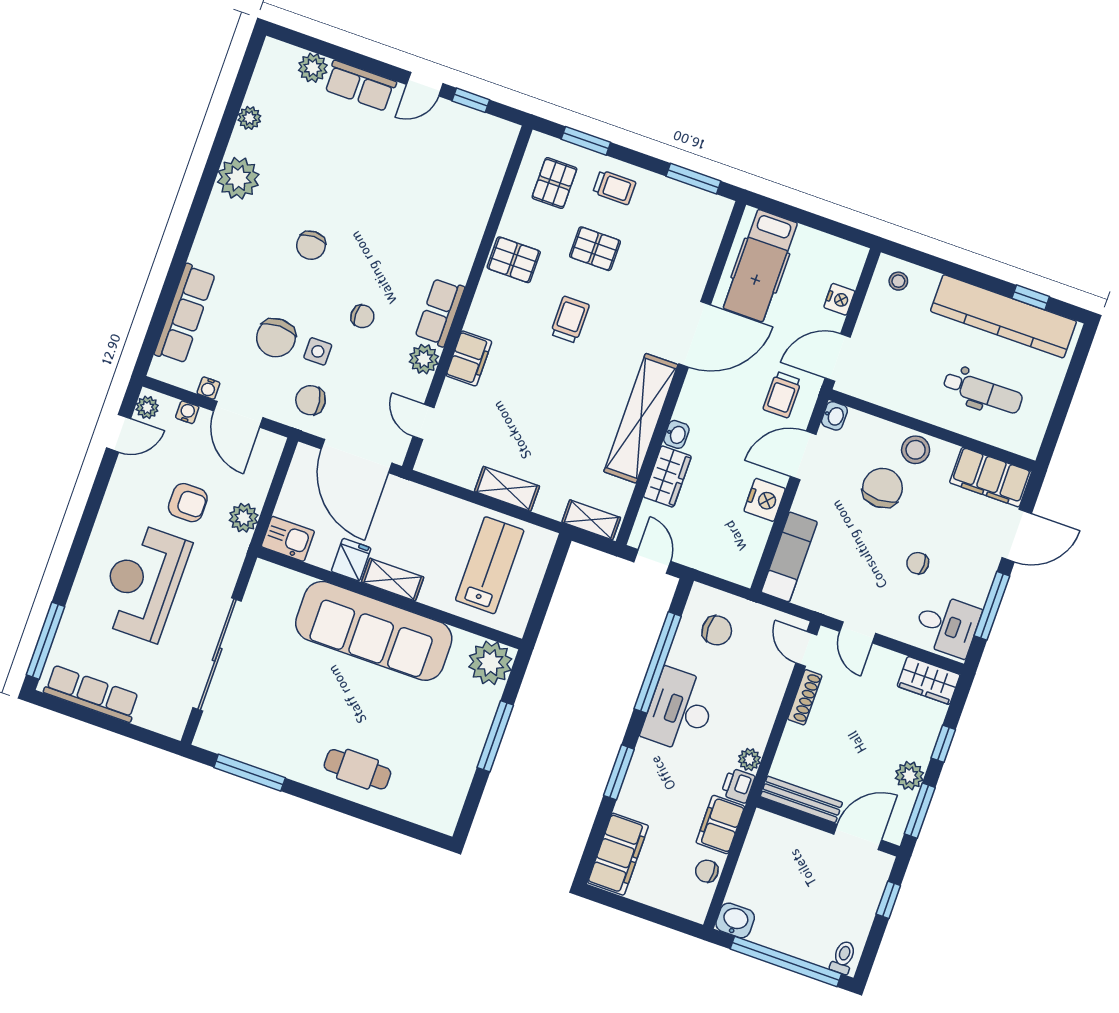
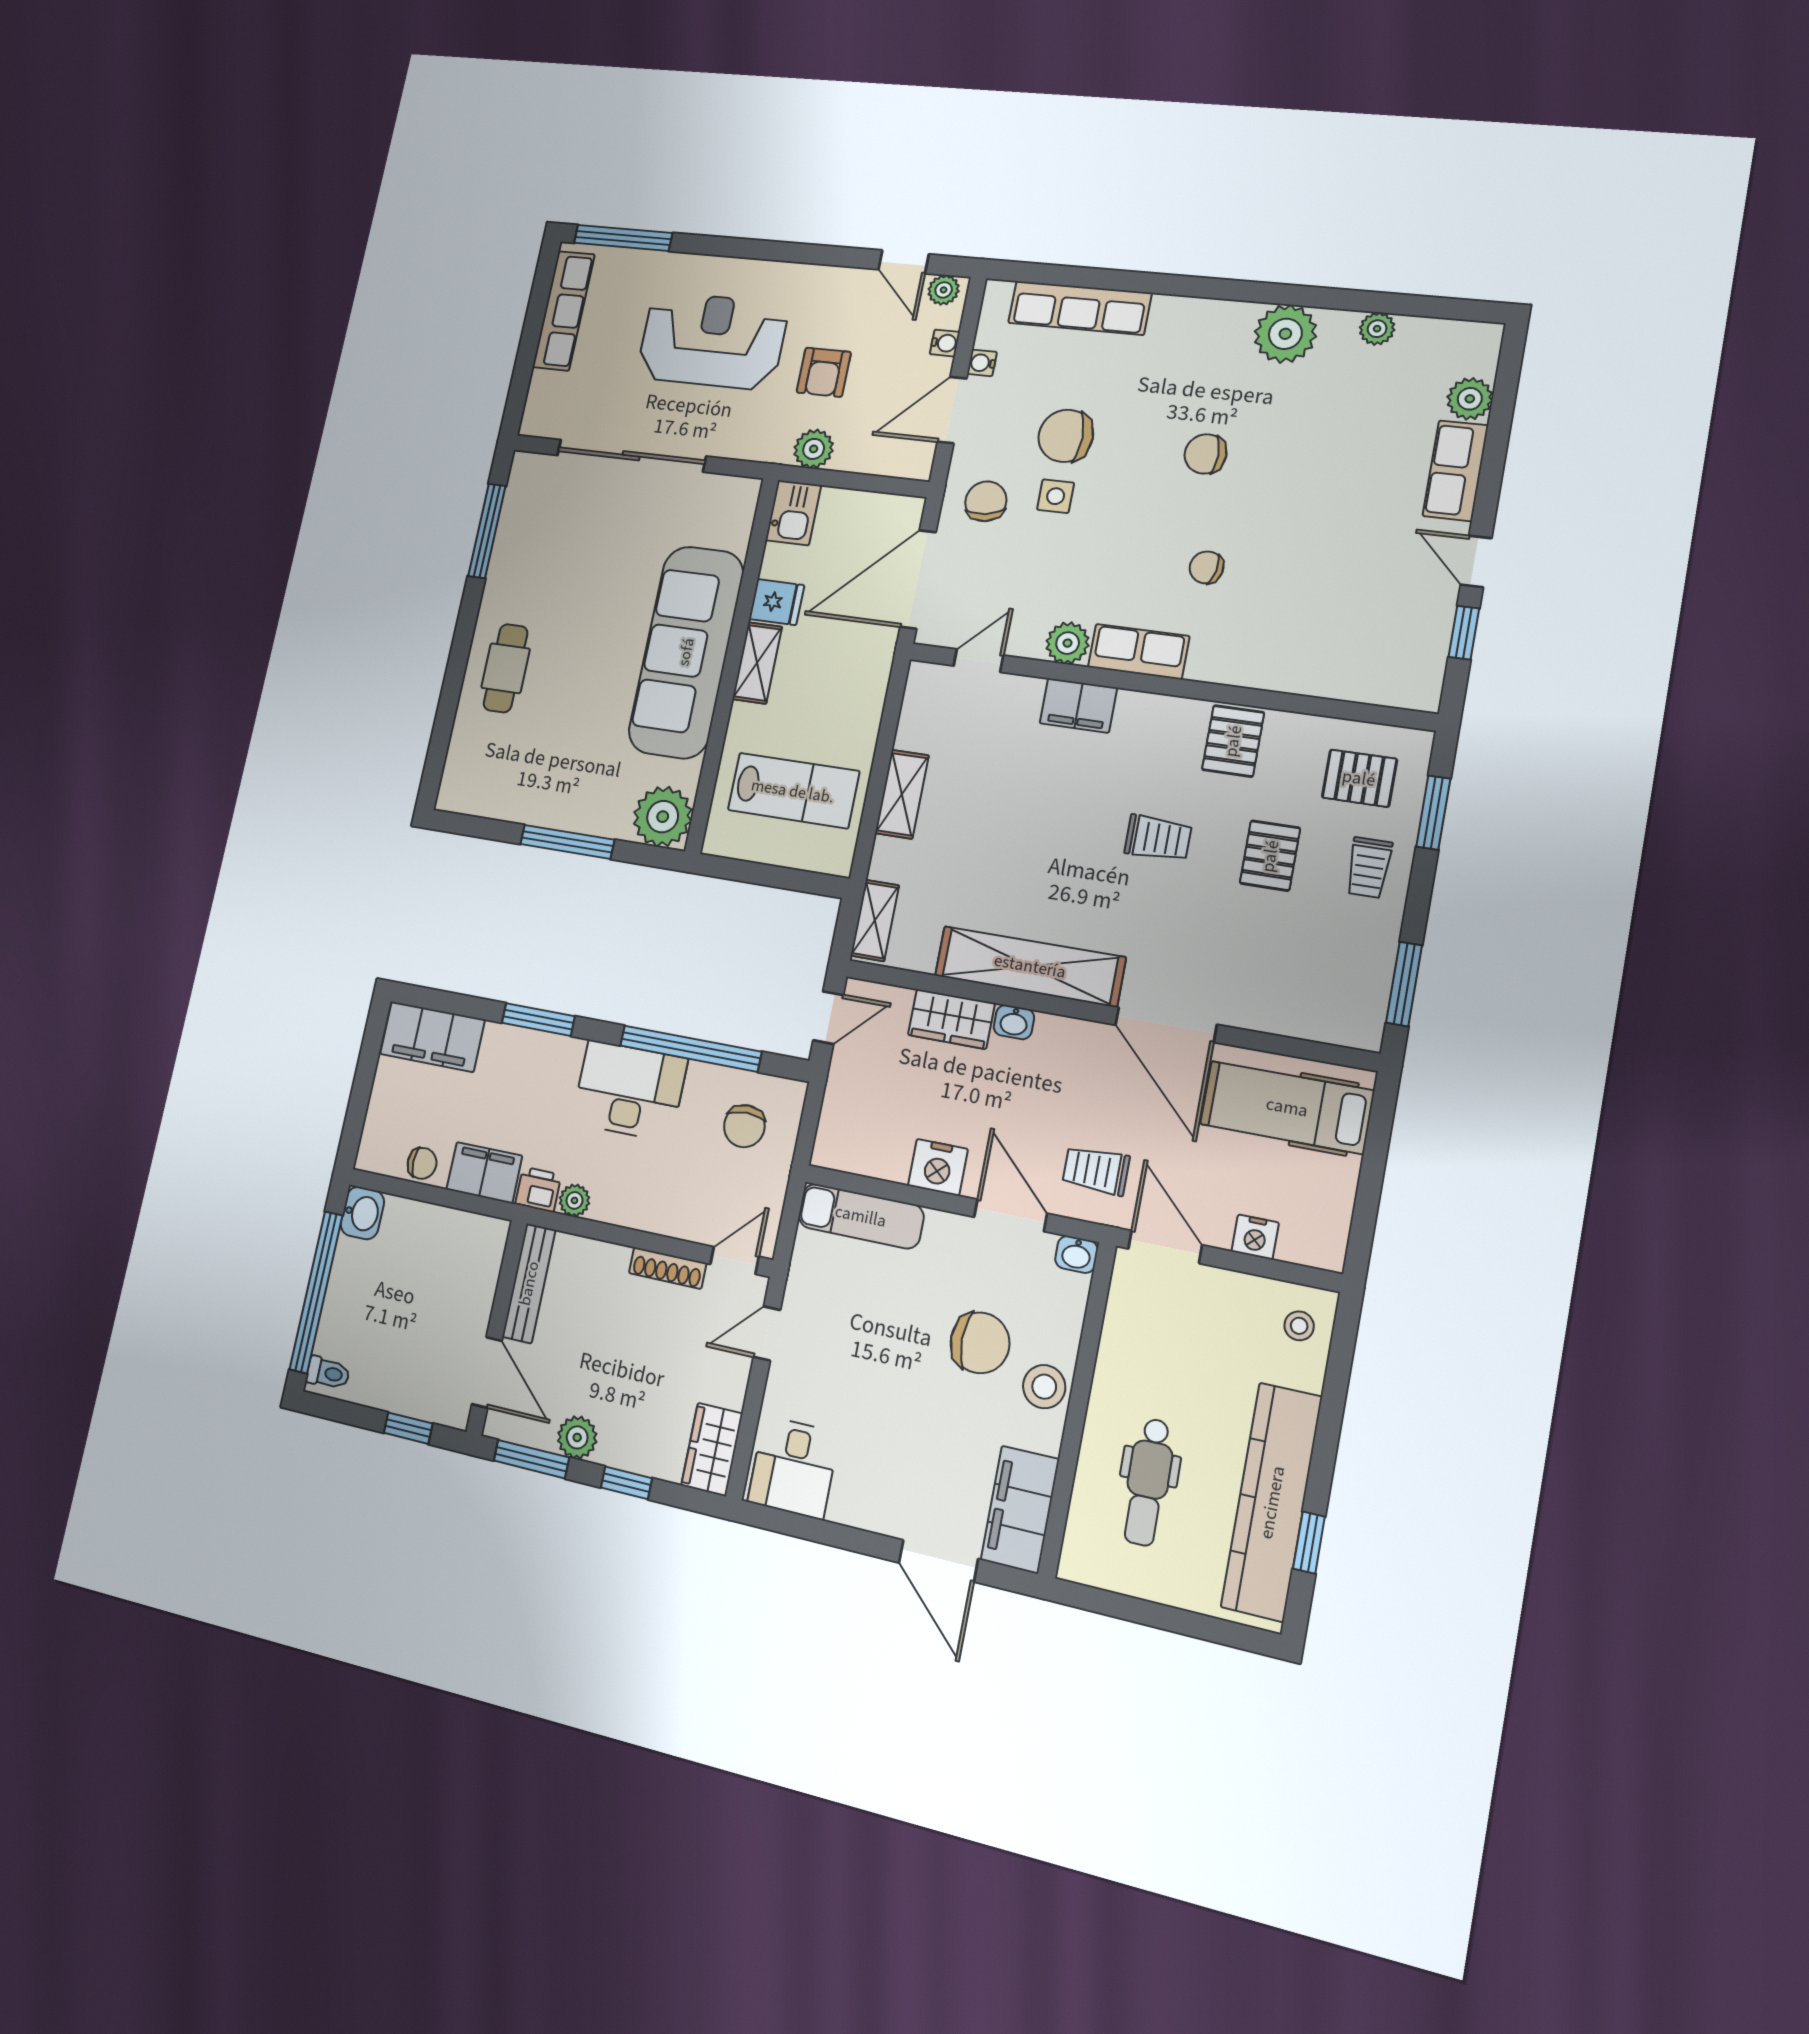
chair: (362, 316) -> (1206, 567), moved, turned 101
chair: (918, 563) -> (877, 1411), removed
window: (992, 606) -> (830, 1534), removed
chair: (707, 871) -> (422, 1163), turned 90

